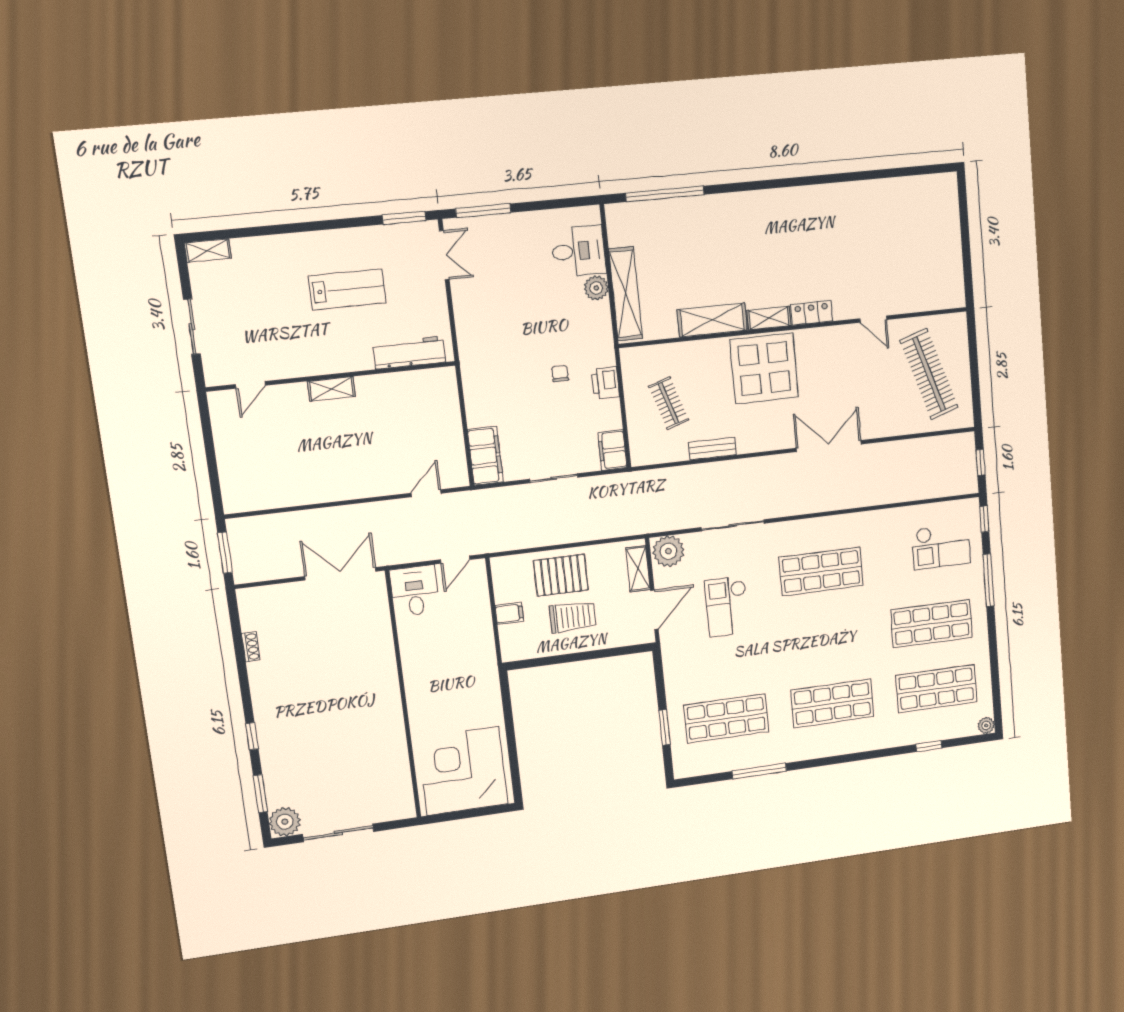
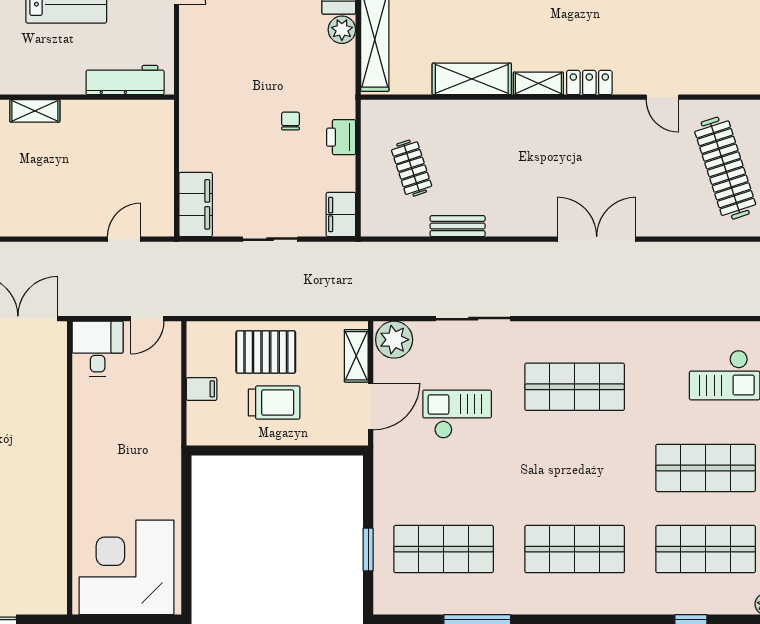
display table: (764, 368) -> (528, 140), removed
checkout: (727, 607) -> (457, 414), turned 90

